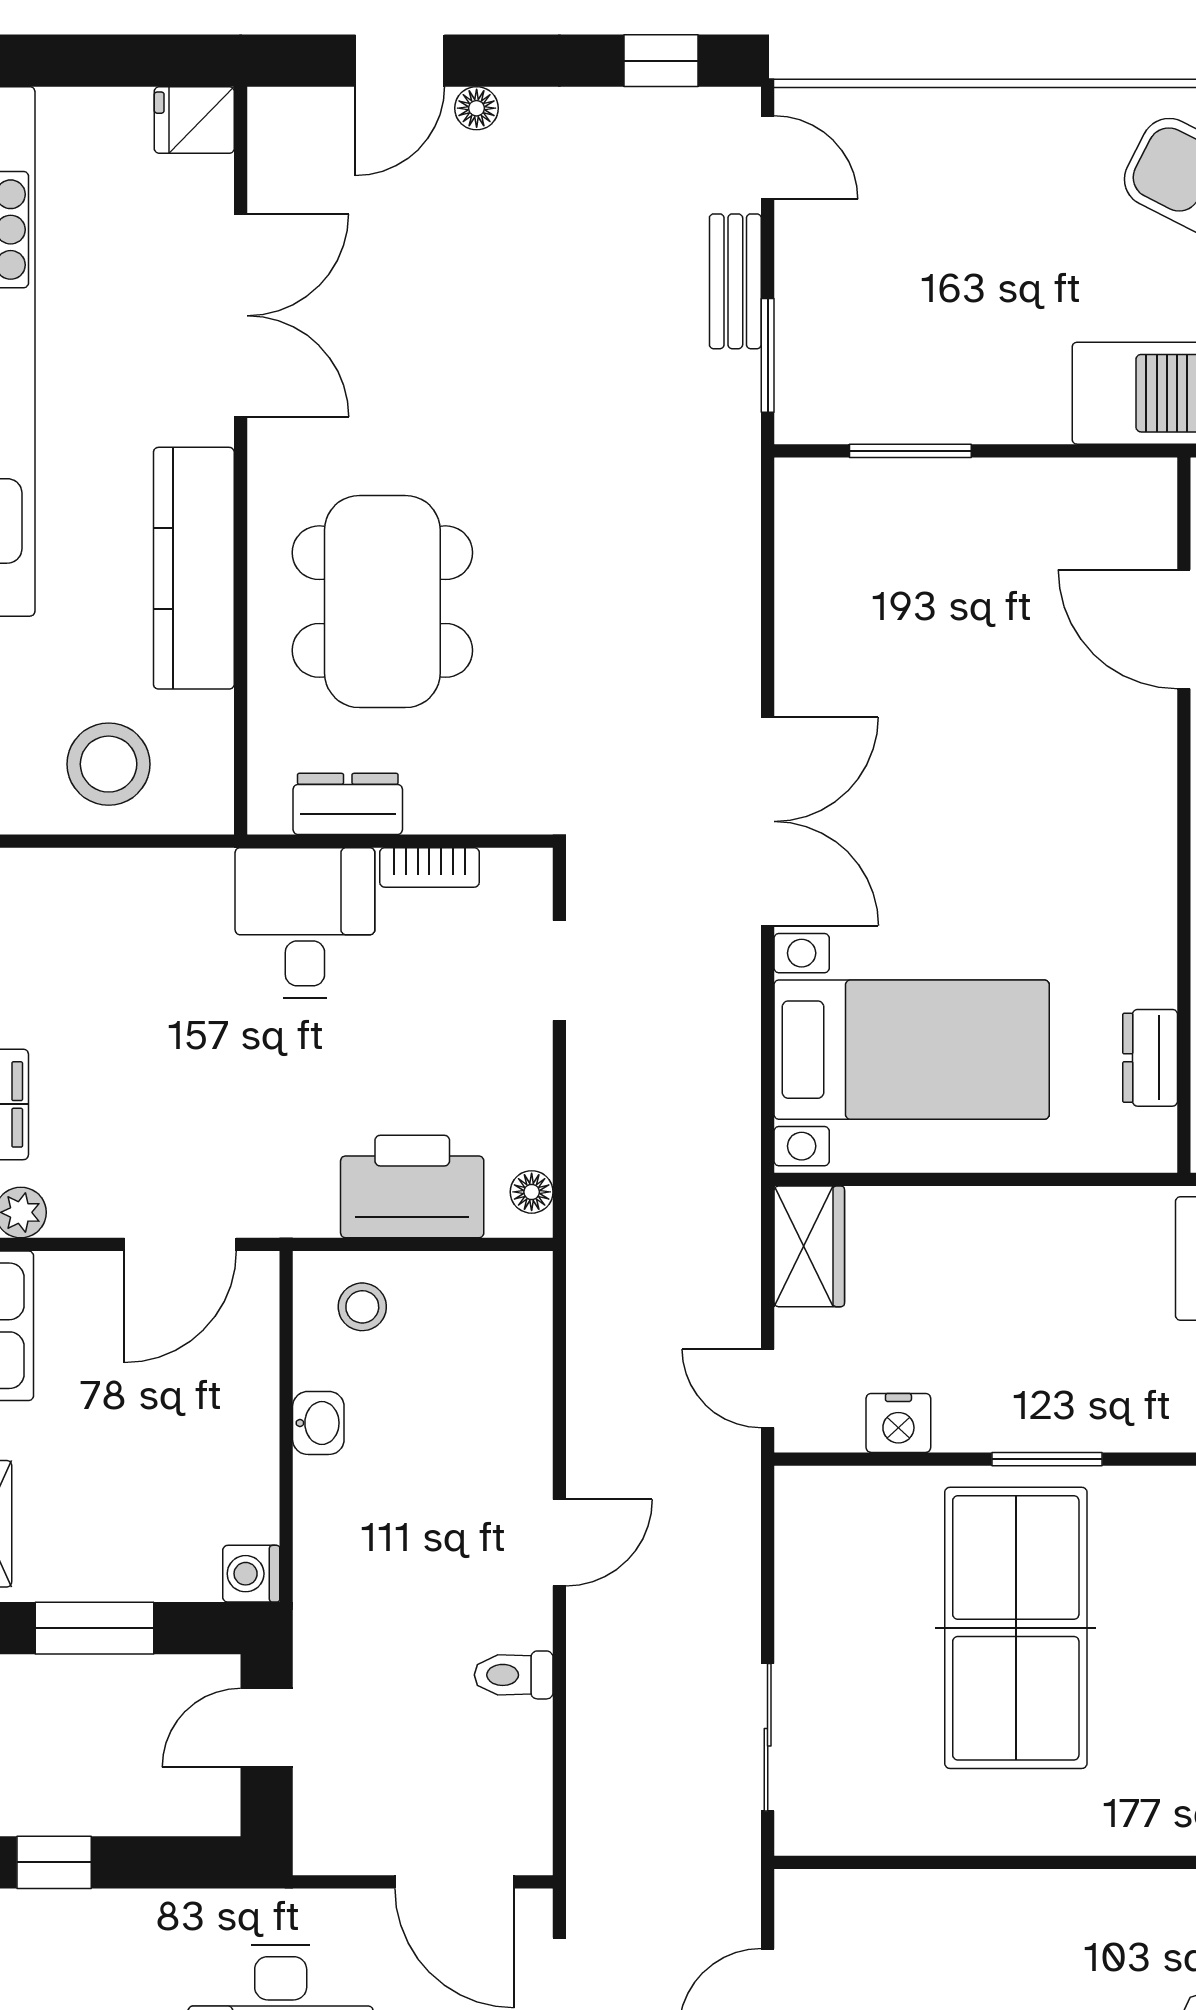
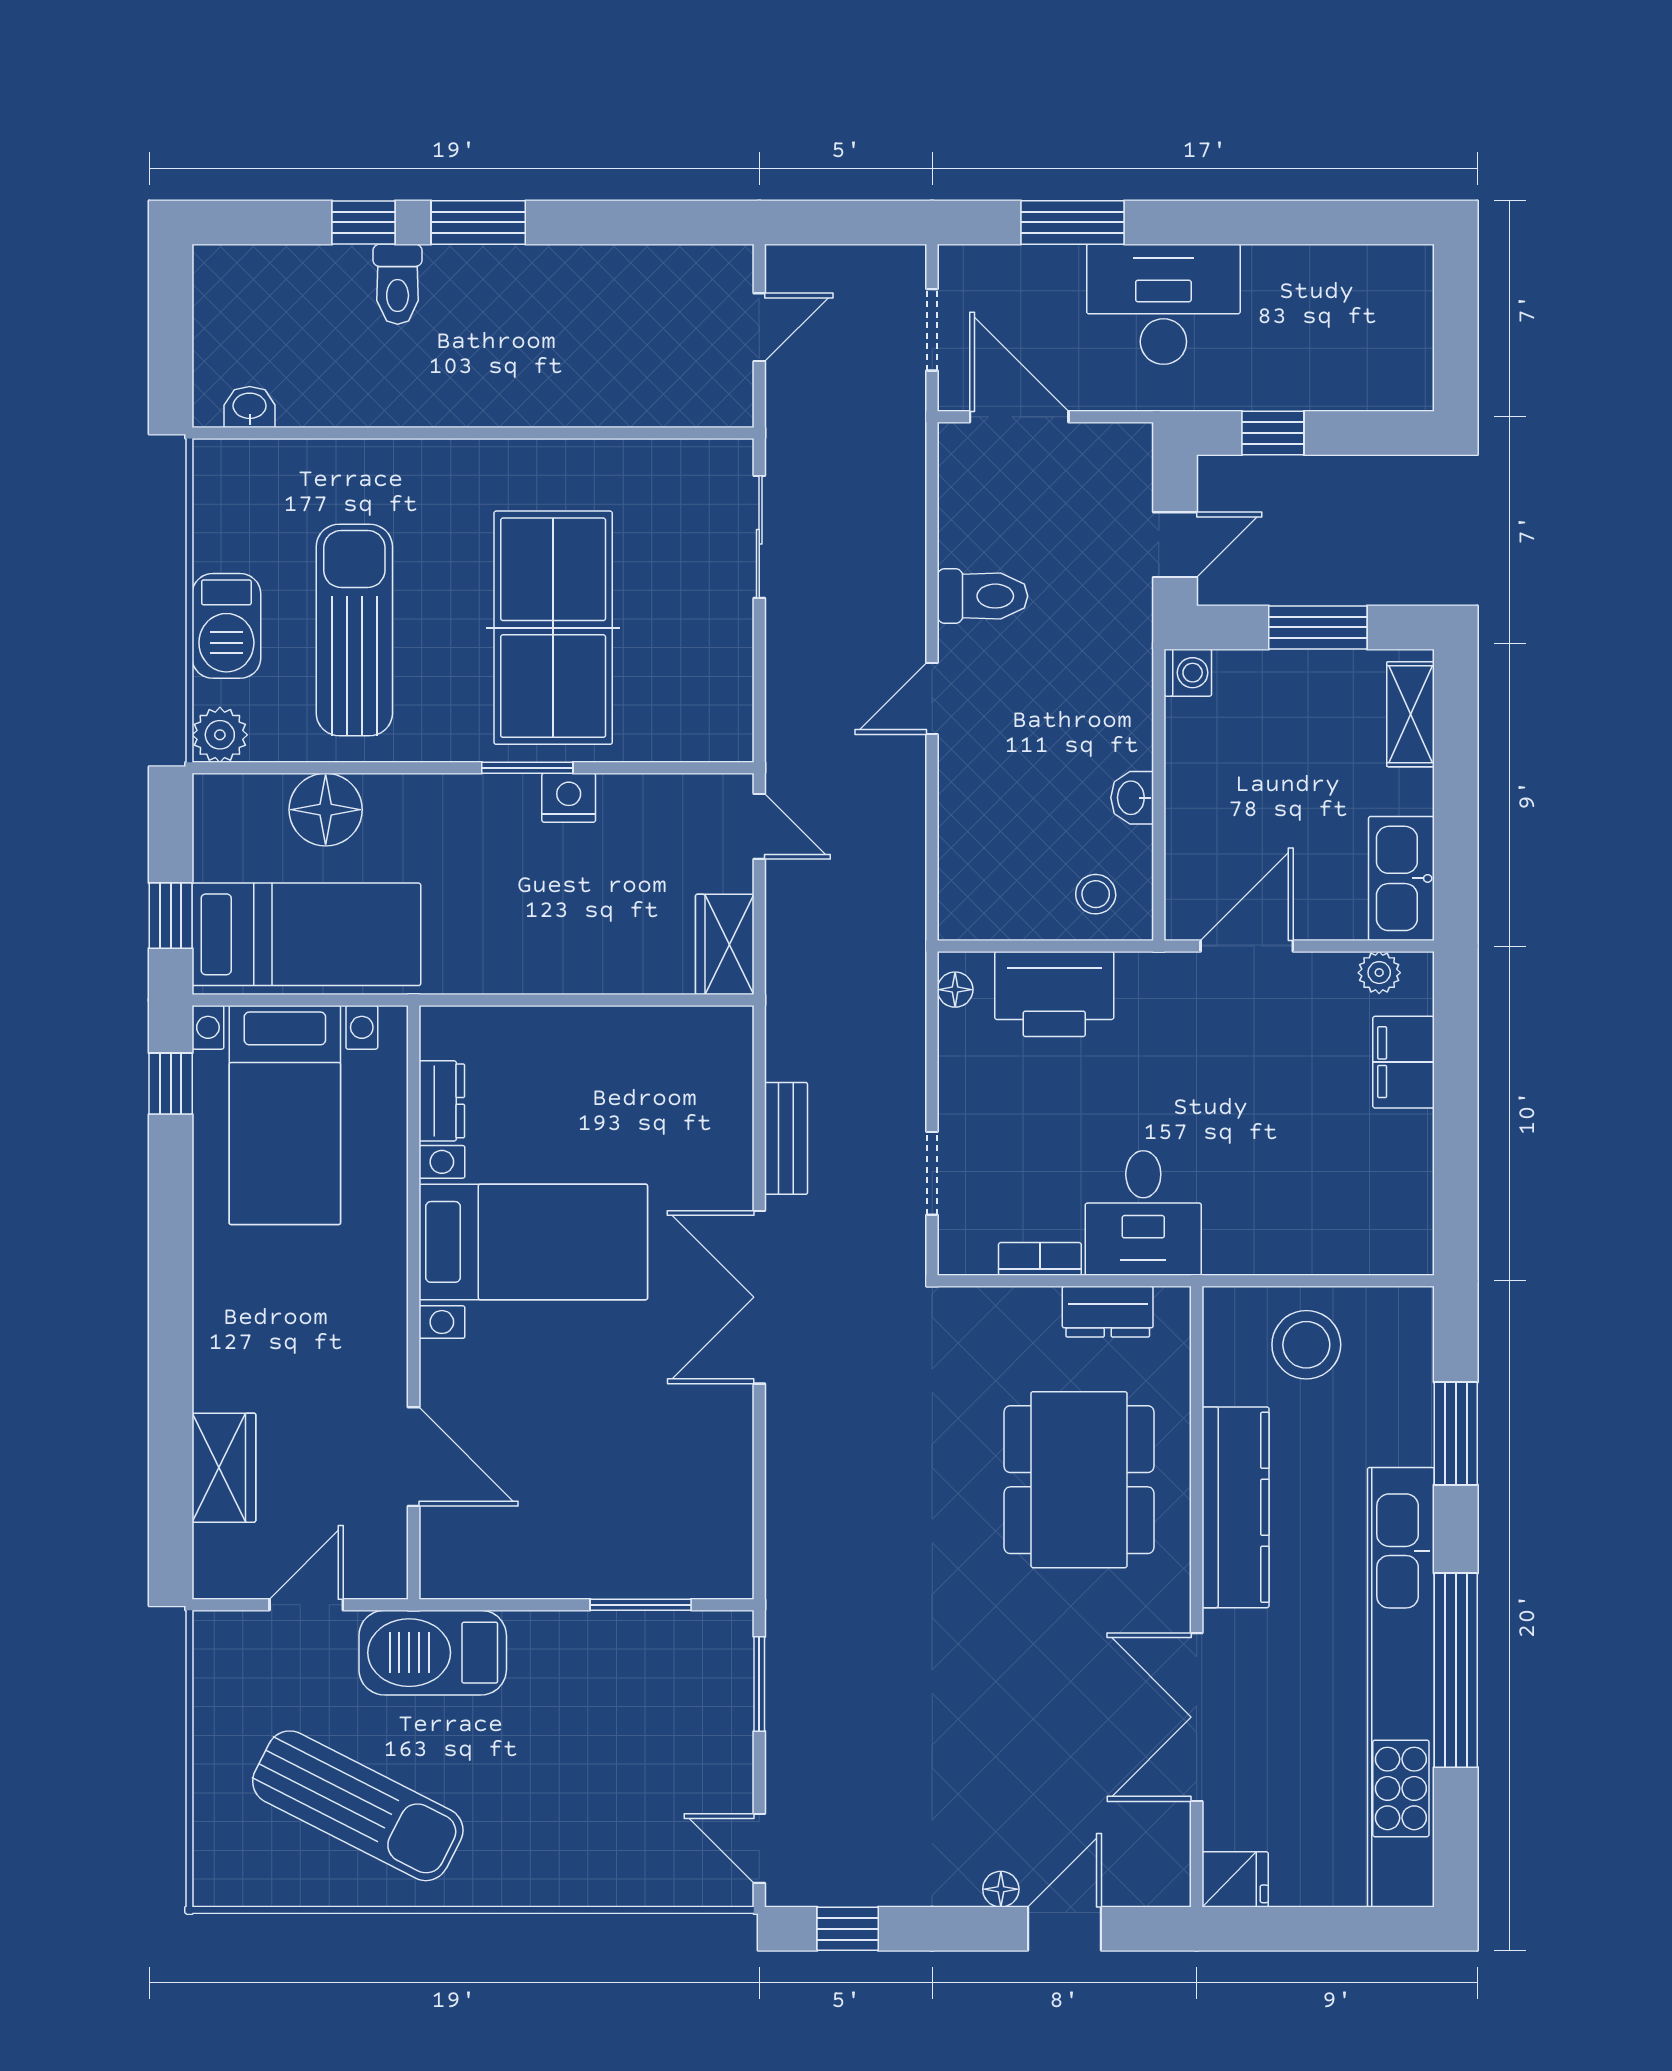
bench: (735, 281) -> (786, 1138), moved
bed with nightstands: (912, 1050) -> (533, 1242), moved, turned 180
nightstand: (898, 1423) -> (569, 798), moved
toilet: (514, 1675) -> (983, 596), width x1.37, depth x1.39
window: (54, 1862) -> (1273, 433), moved

